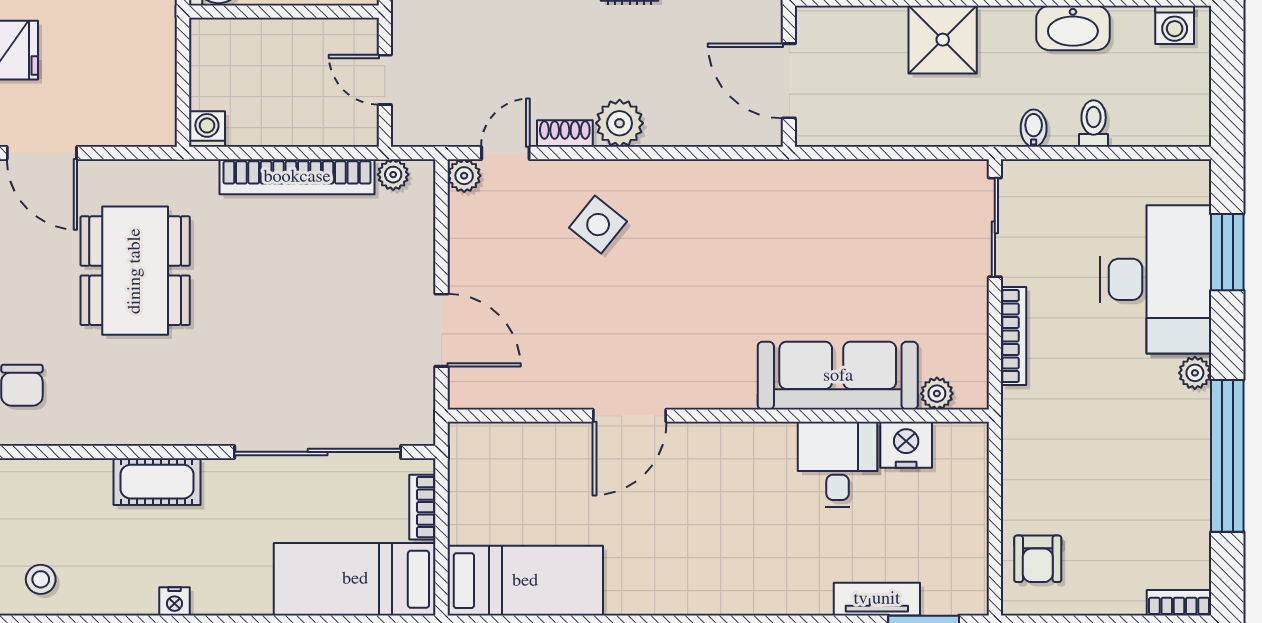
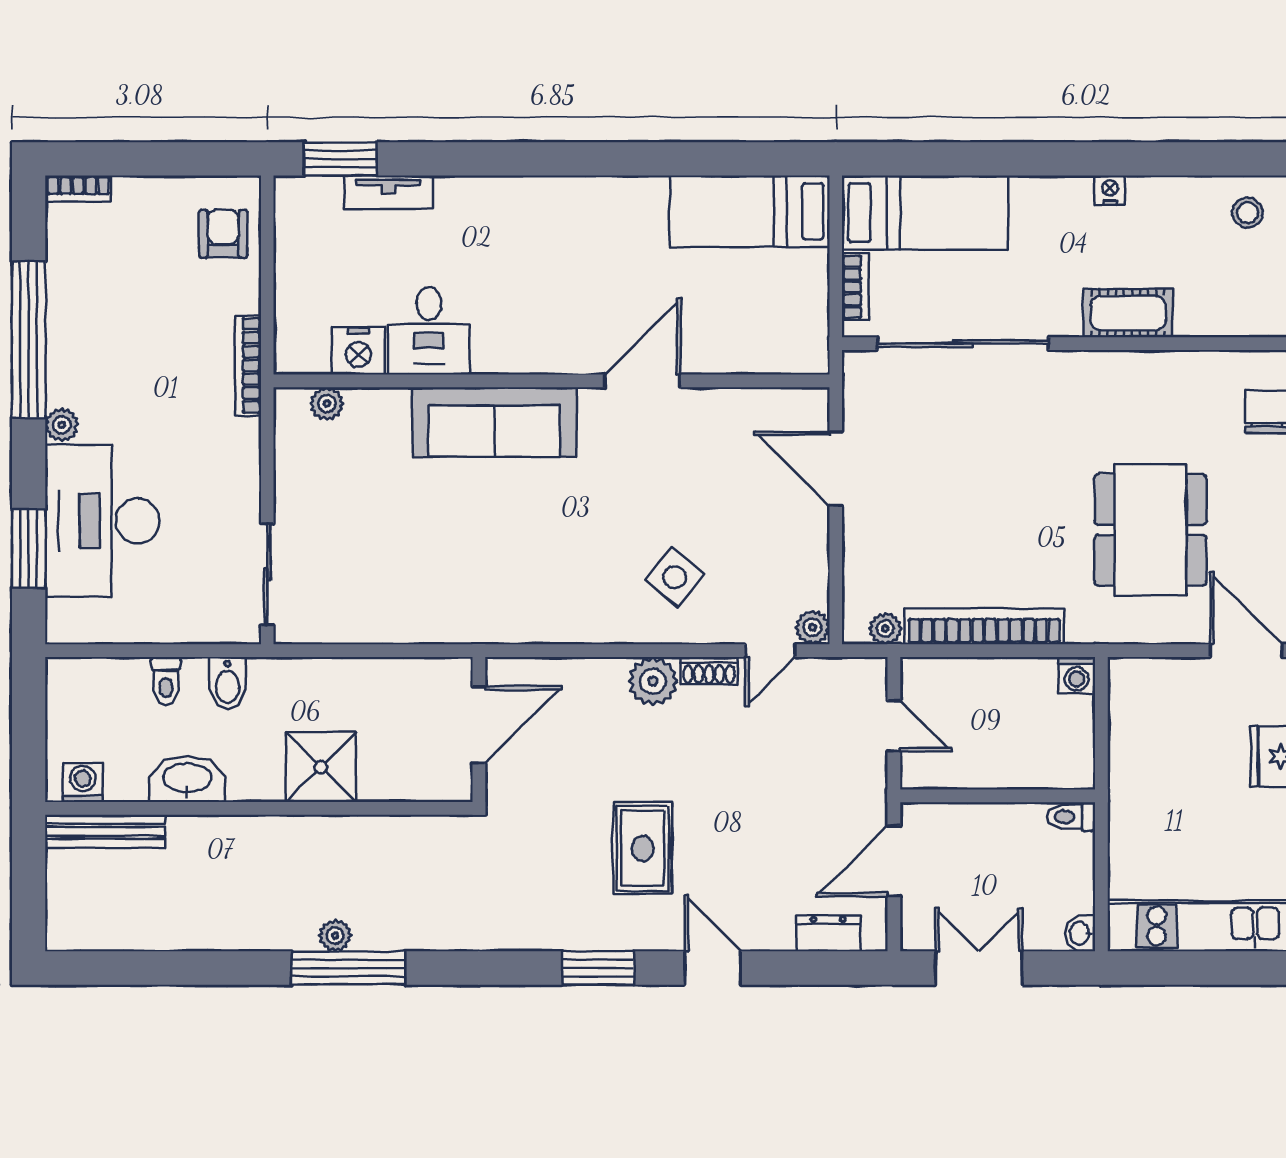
door: (789, 81) -> (479, 725), hinge flipped
bidet: (1034, 128) -> (227, 683), width x1.38, depth x1.36
bookcase: (1014, 336) -> (248, 365), moved
sofa: (838, 376) -> (494, 422), moved

